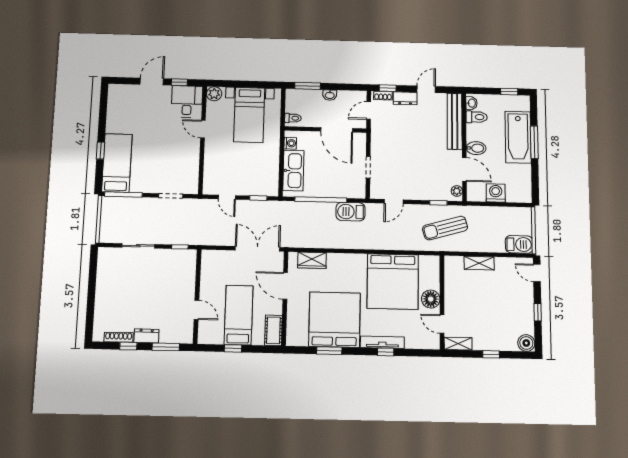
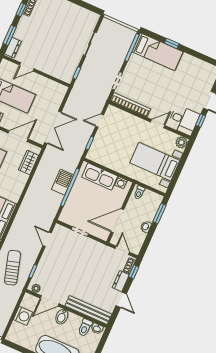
bookcase: (193, 169) -> (130, 105), added
barbecue: (350, 212) -> (63, 182), moved
dresser: (146, 336) -> (13, 48), moved

